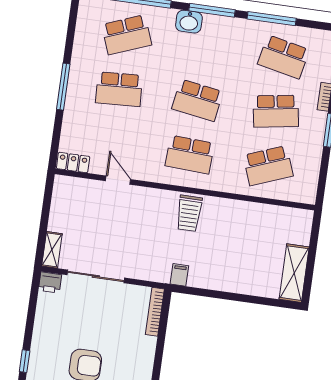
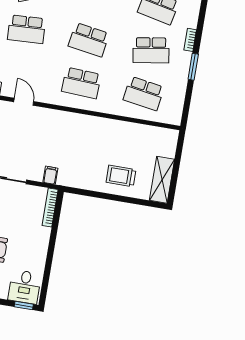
school desk: (268, 166) -> (144, 93), turned 30
trolley: (189, 213) -> (121, 176), moved, turned 90
filing cabinet: (179, 275) -> (50, 175), moved

